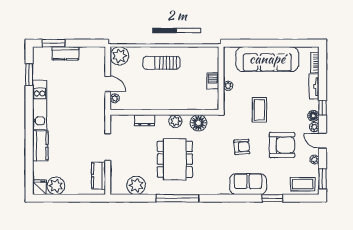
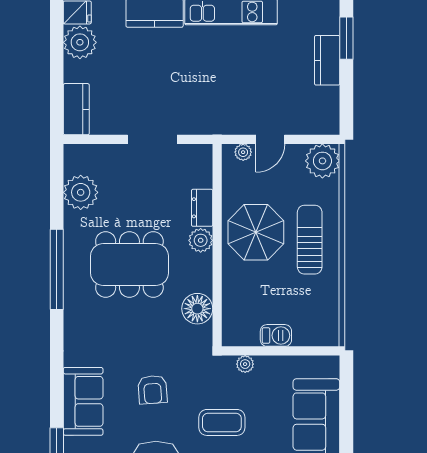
plant: (228, 86) -> (245, 364), moved
parasol: (158, 92) -> (256, 232), added
plant: (175, 121) -> (201, 240), moved
kitchen counter: (99, 176) -> (76, 109), moved, turned 90

